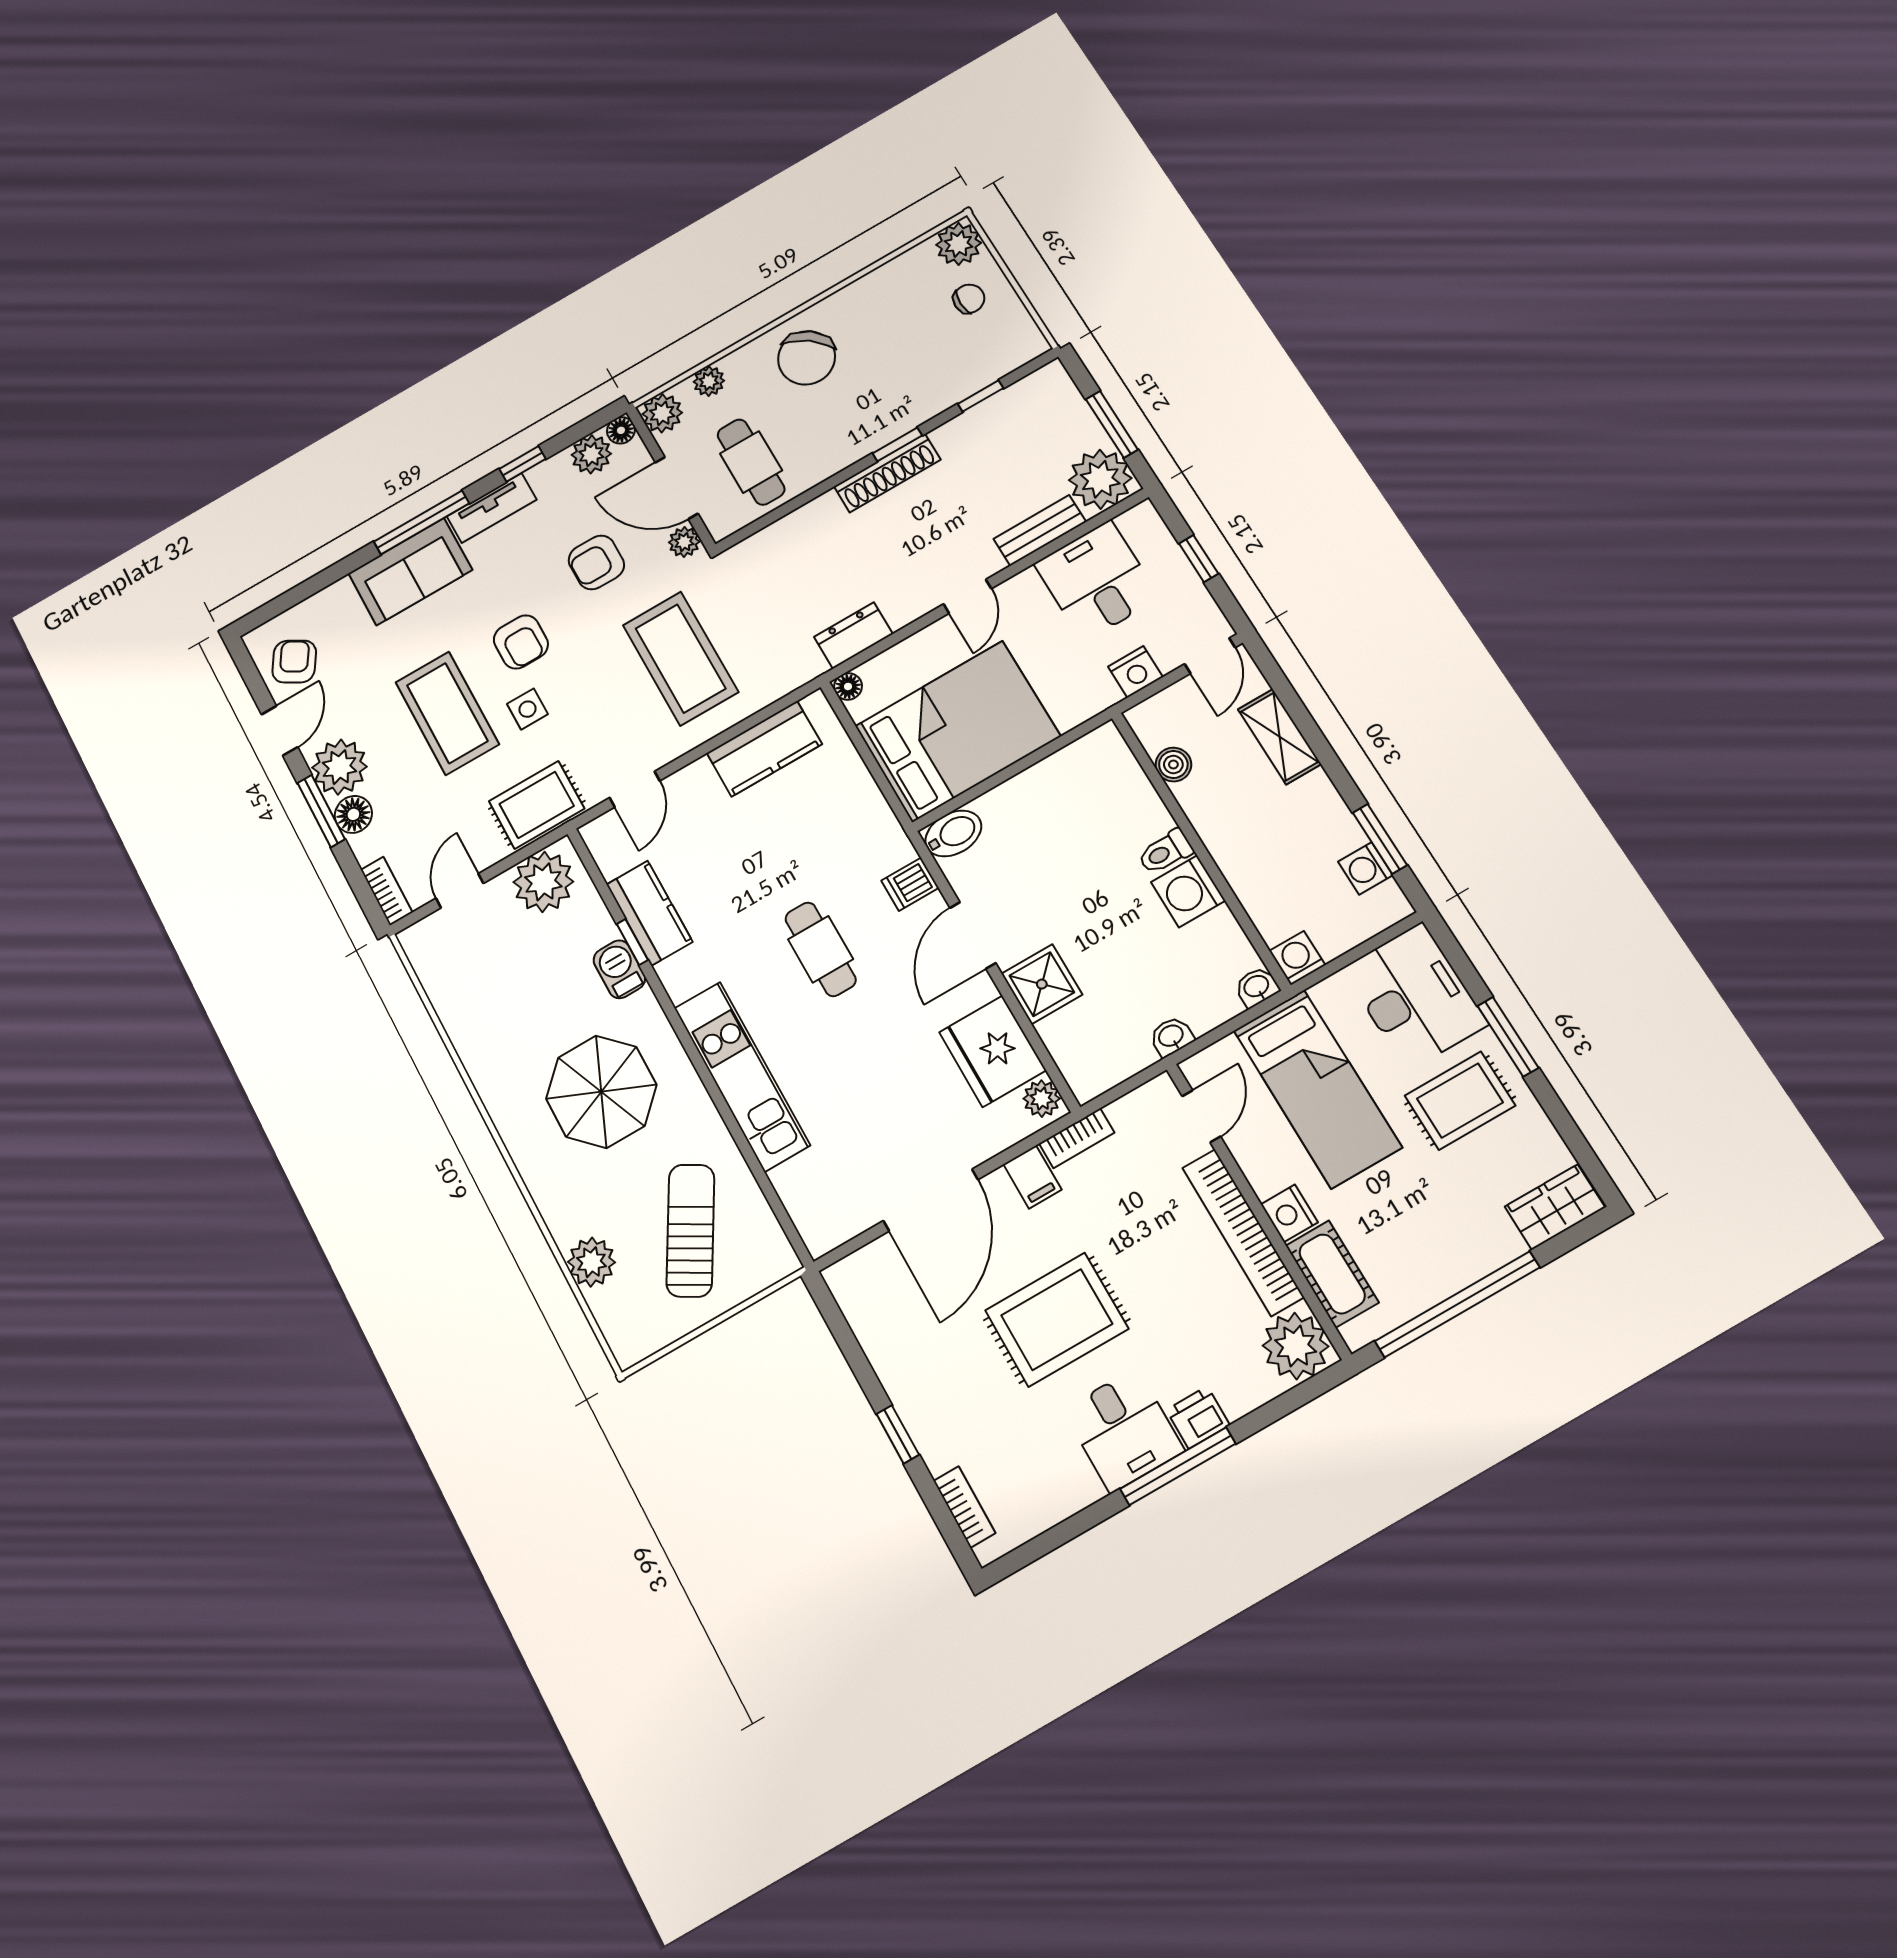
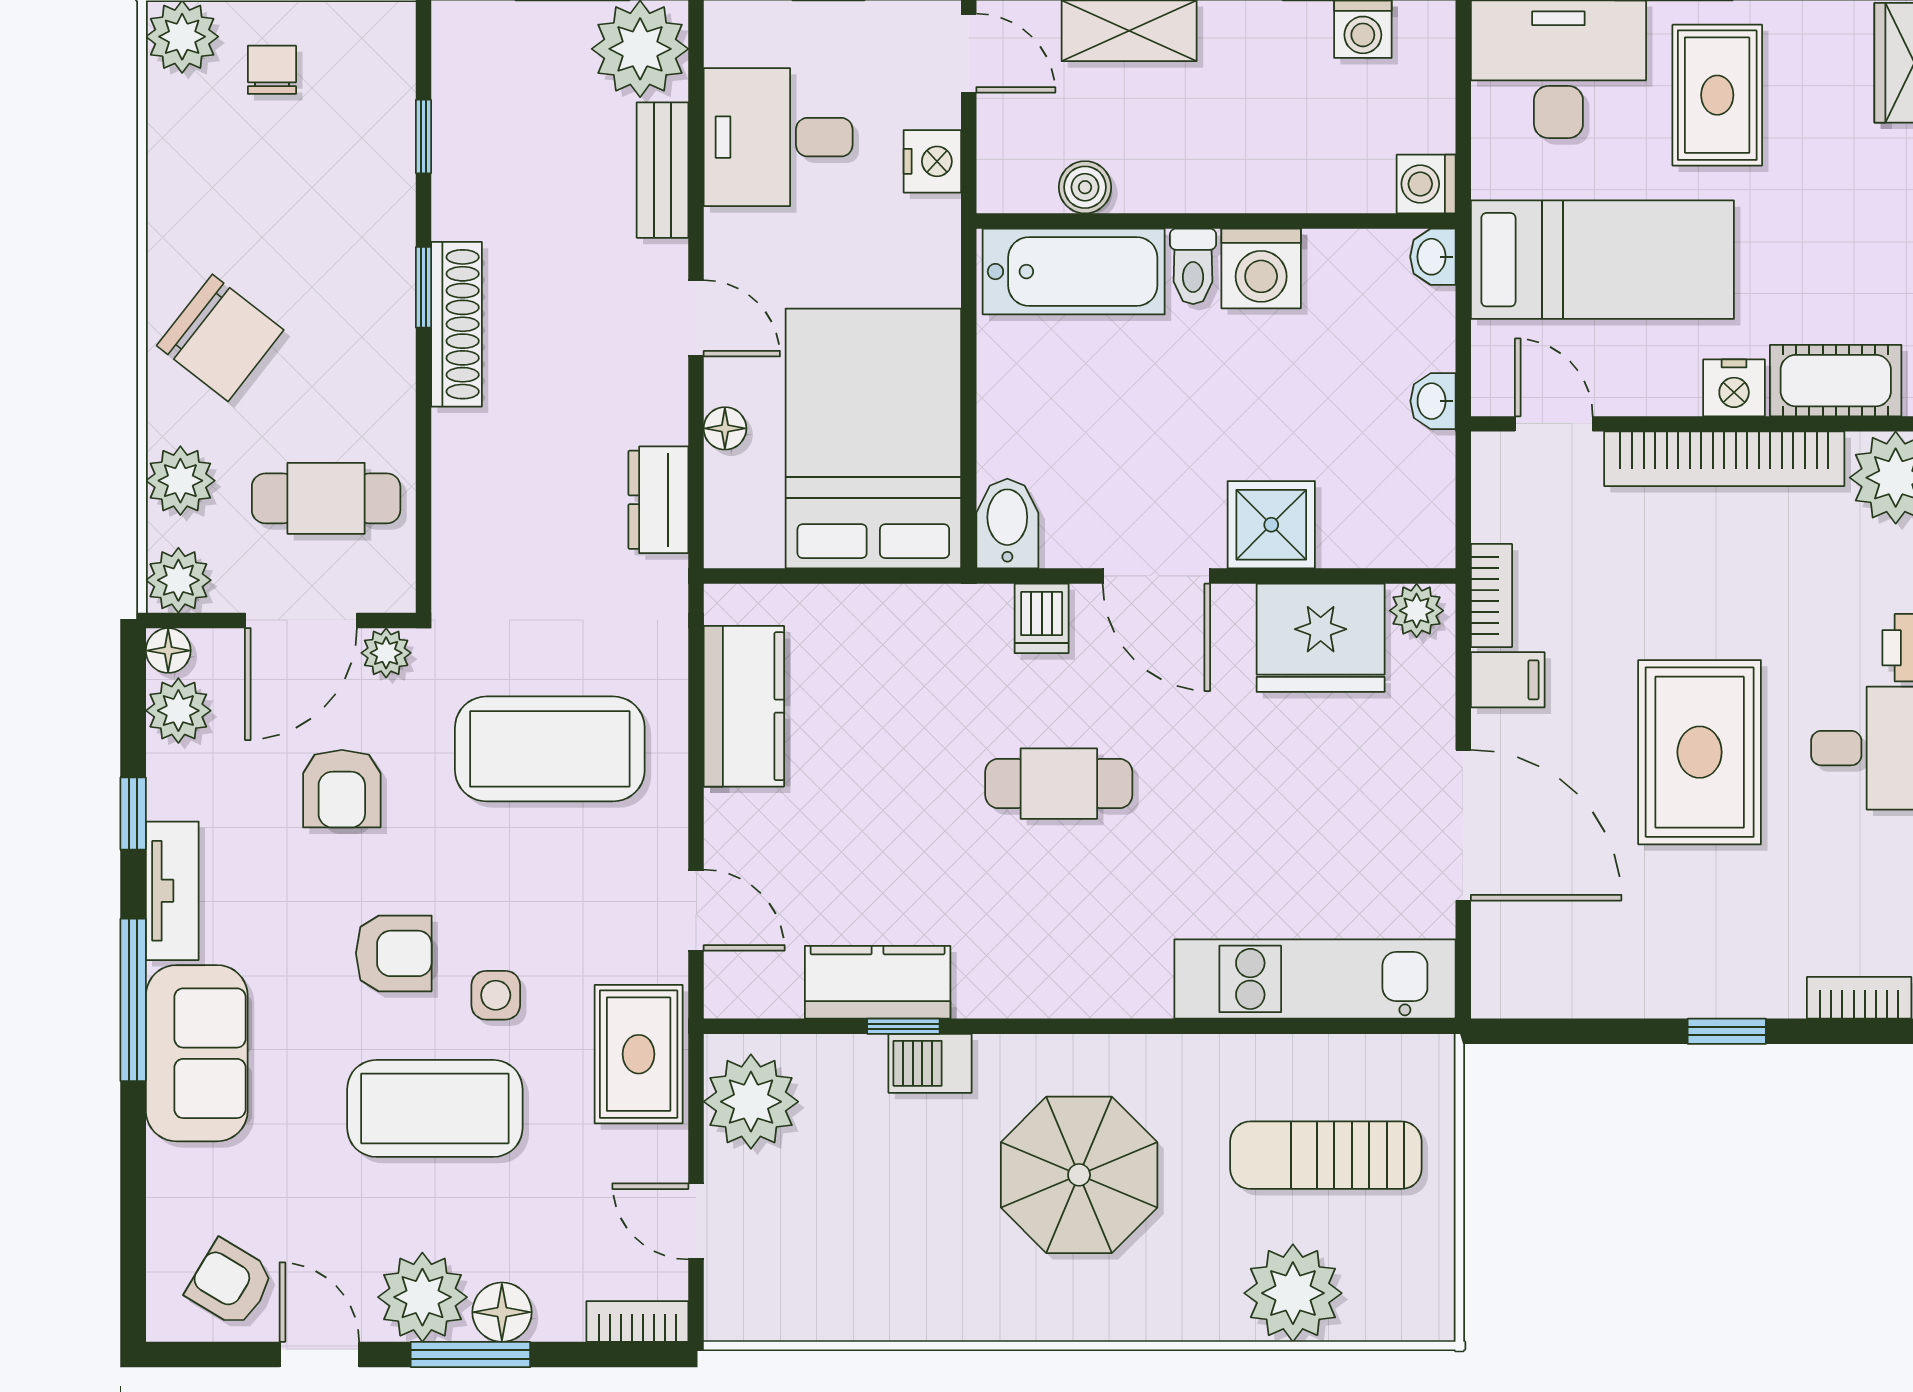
plant: (709, 381) -> (180, 481), width x1.38, depth x1.38
floor lamp: (848, 686) -> (725, 428), moved
bathtub: (1121, 786) -> (1074, 272), added
kitchen unit: (742, 1076) -> (1315, 979), moved
sun lounger: (690, 1231) -> (1326, 1155), turned -30
plant: (591, 1262) -> (1293, 1293), width x1.36, depth x1.36

